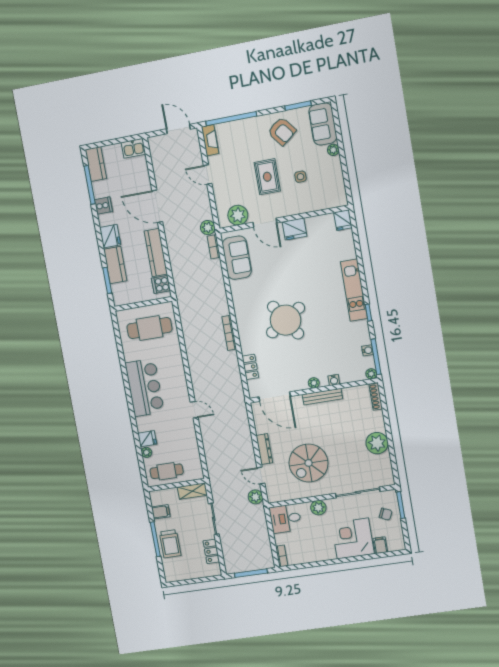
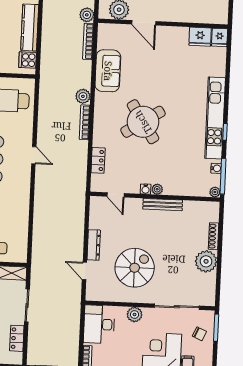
fridge: (294, 229) -> (200, 37), moved
bookcase: (214, 247) -> (88, 41), width x1.56
sofa: (237, 258) -> (108, 71), moved
kitchen unit: (354, 290) -> (215, 118), width x1.36
water cooler: (334, 380) -> (146, 189), moved
door: (275, 397) -> (116, 195), width x0.53
shoe rack: (376, 397) -> (214, 236), moved
door: (194, 410) -> (34, 155), moved
spiral stairs: (309, 463) -> (135, 268), turned 180
plant: (255, 497) -> (83, 96), moved
desk: (285, 519) -> (99, 324), width x1.37

